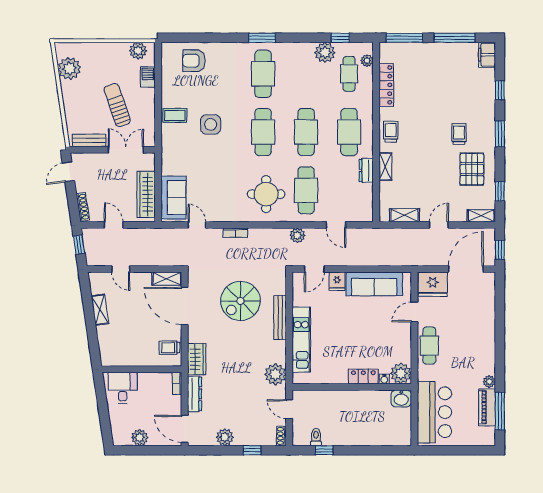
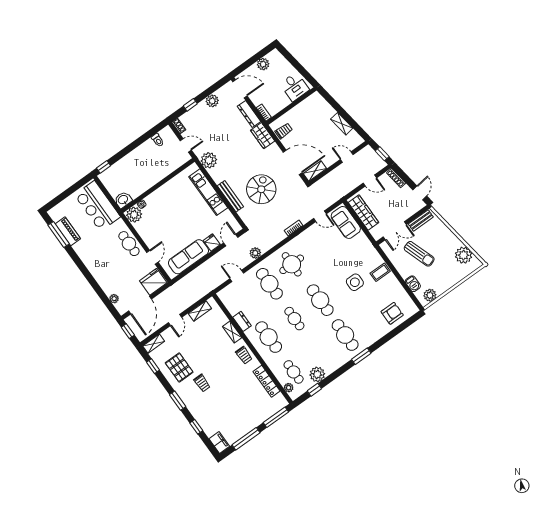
cafe table: (306, 132) -> (294, 319), width x0.73, depth x0.74
locker: (363, 376) -> (155, 197), removed
plant: (489, 382) -> (114, 299), moved
window: (324, 450) -> (104, 167), moved

